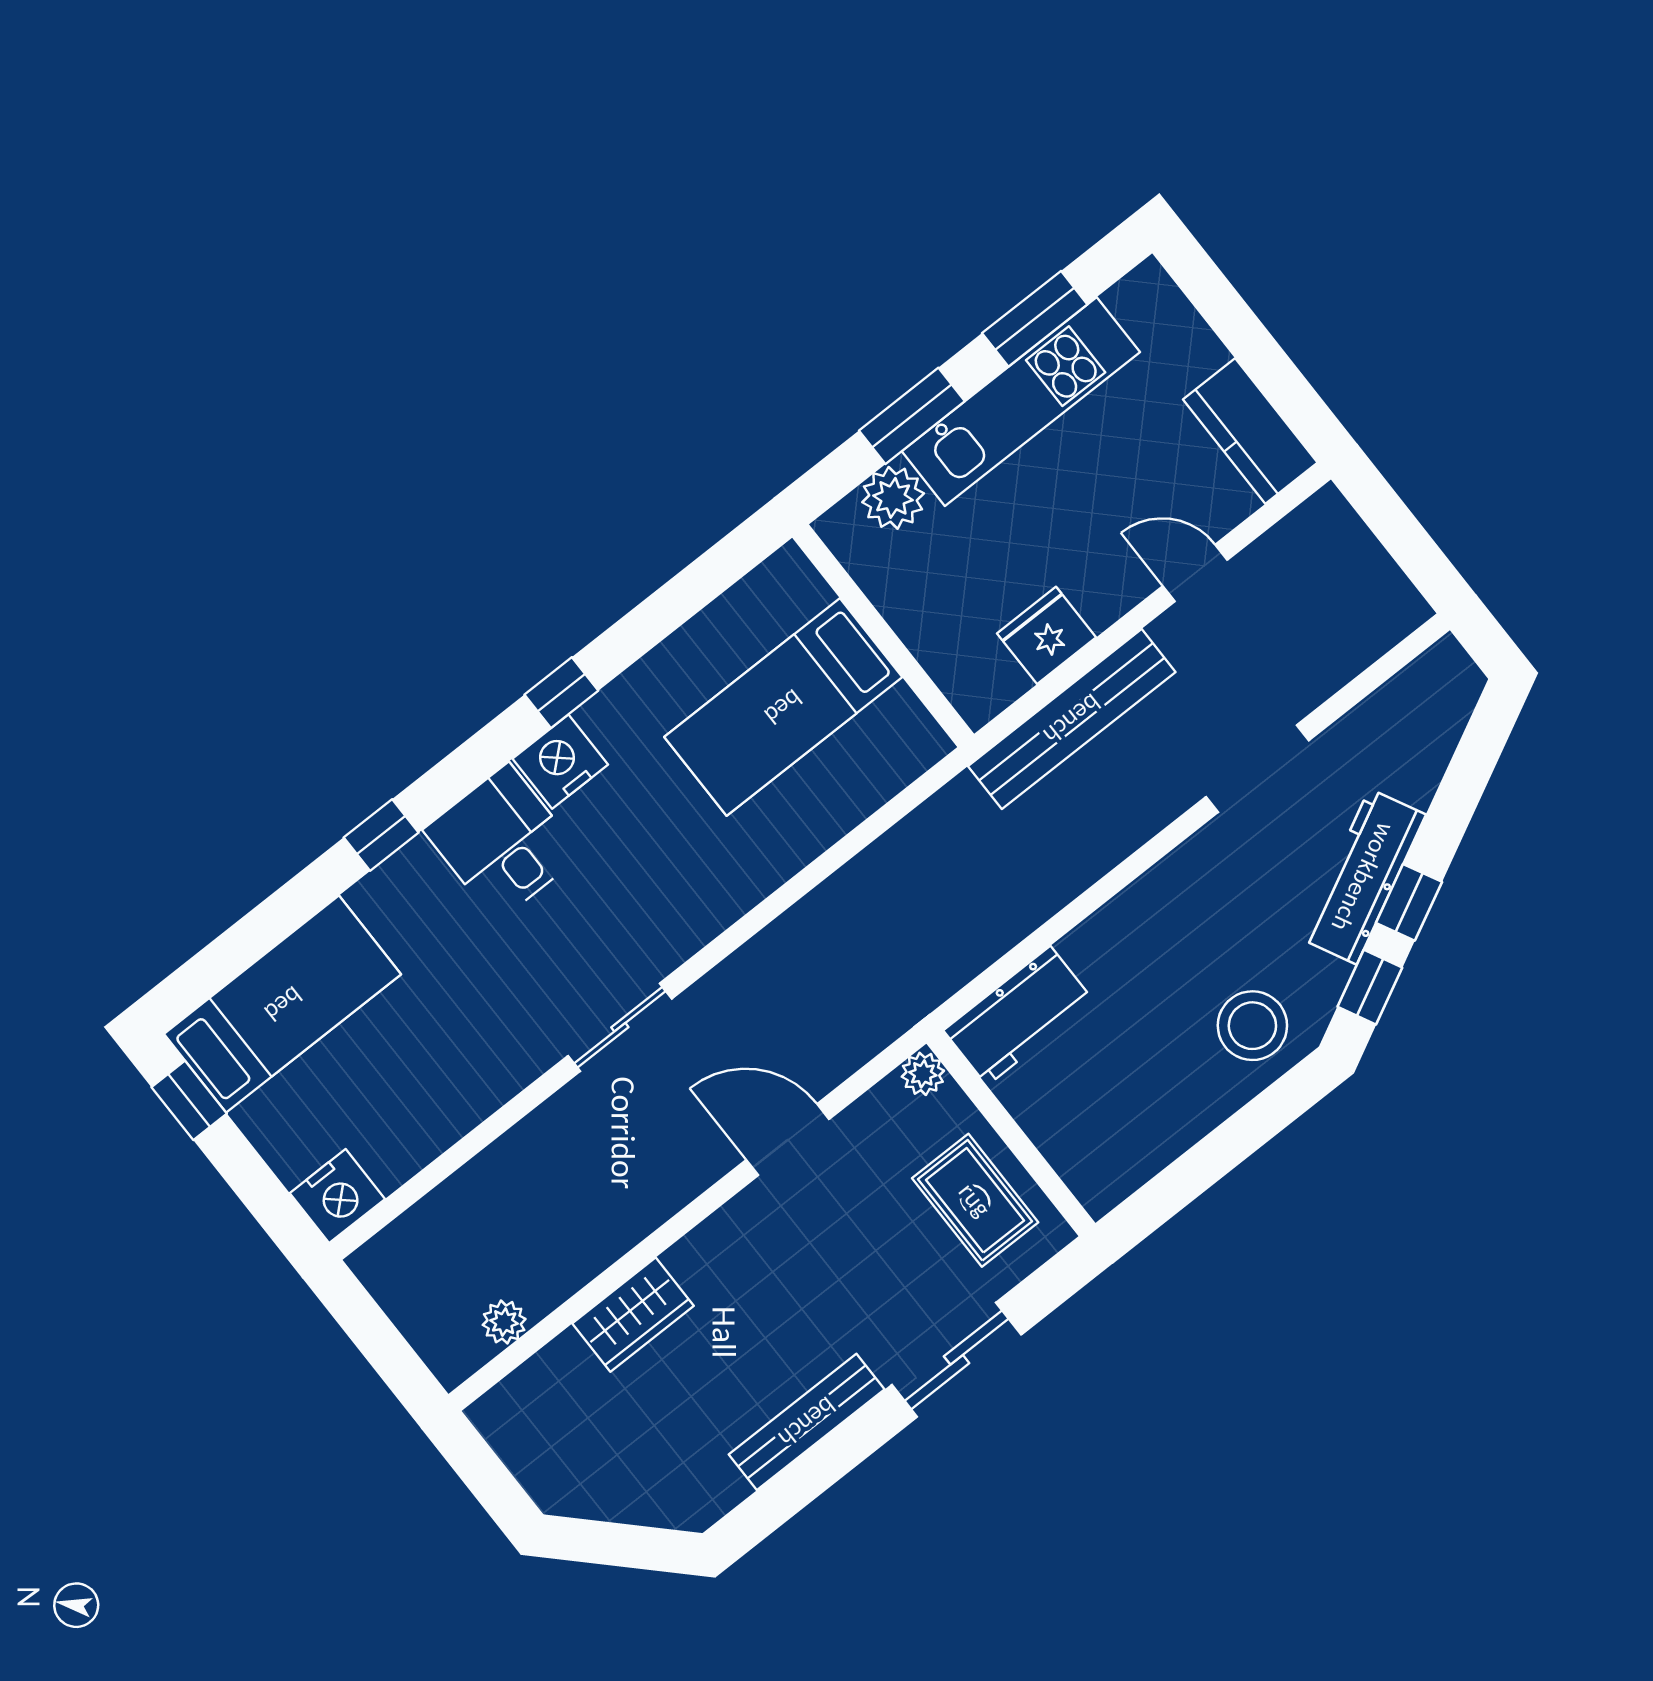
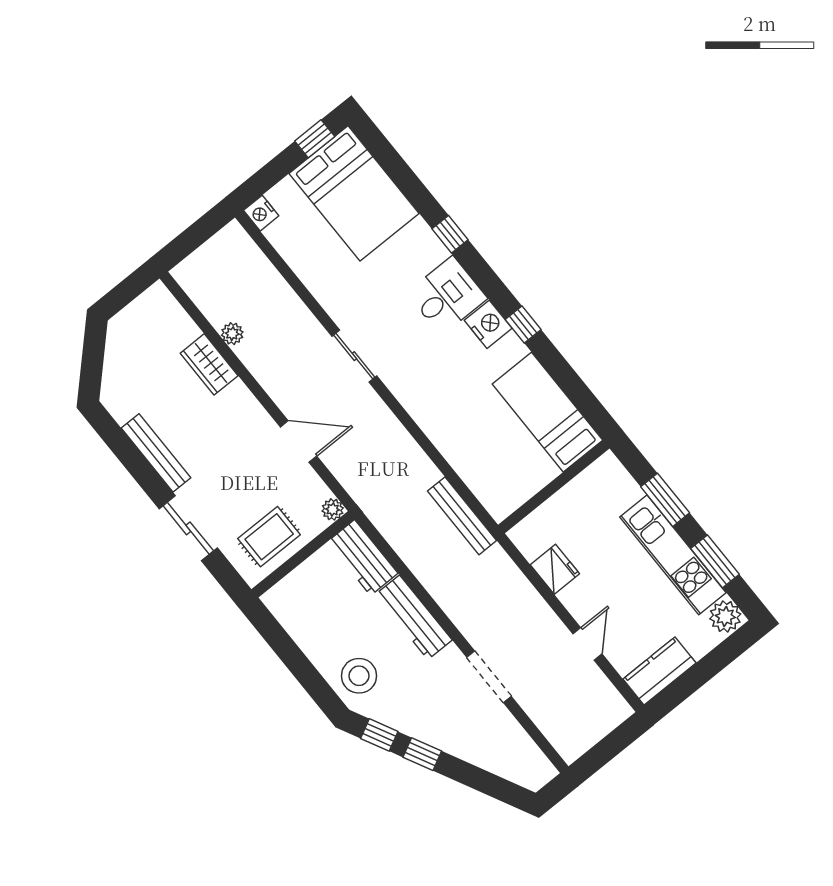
plant: (893, 498) -> (725, 616), moved
bed: (783, 707) -> (547, 412), moved
bench: (1072, 719) -> (462, 516), moved, width x0.73, depth x0.82
workbench: (1363, 877) -> (414, 617), moved, turned -153
bed: (283, 1004) -> (354, 193), width x1.50
door: (788, 1140) -> (299, 442), hinge flipped
nightstand: (337, 1196) -> (261, 213), width x0.74, depth x0.75
plant: (504, 1322) -> (232, 334), moved

